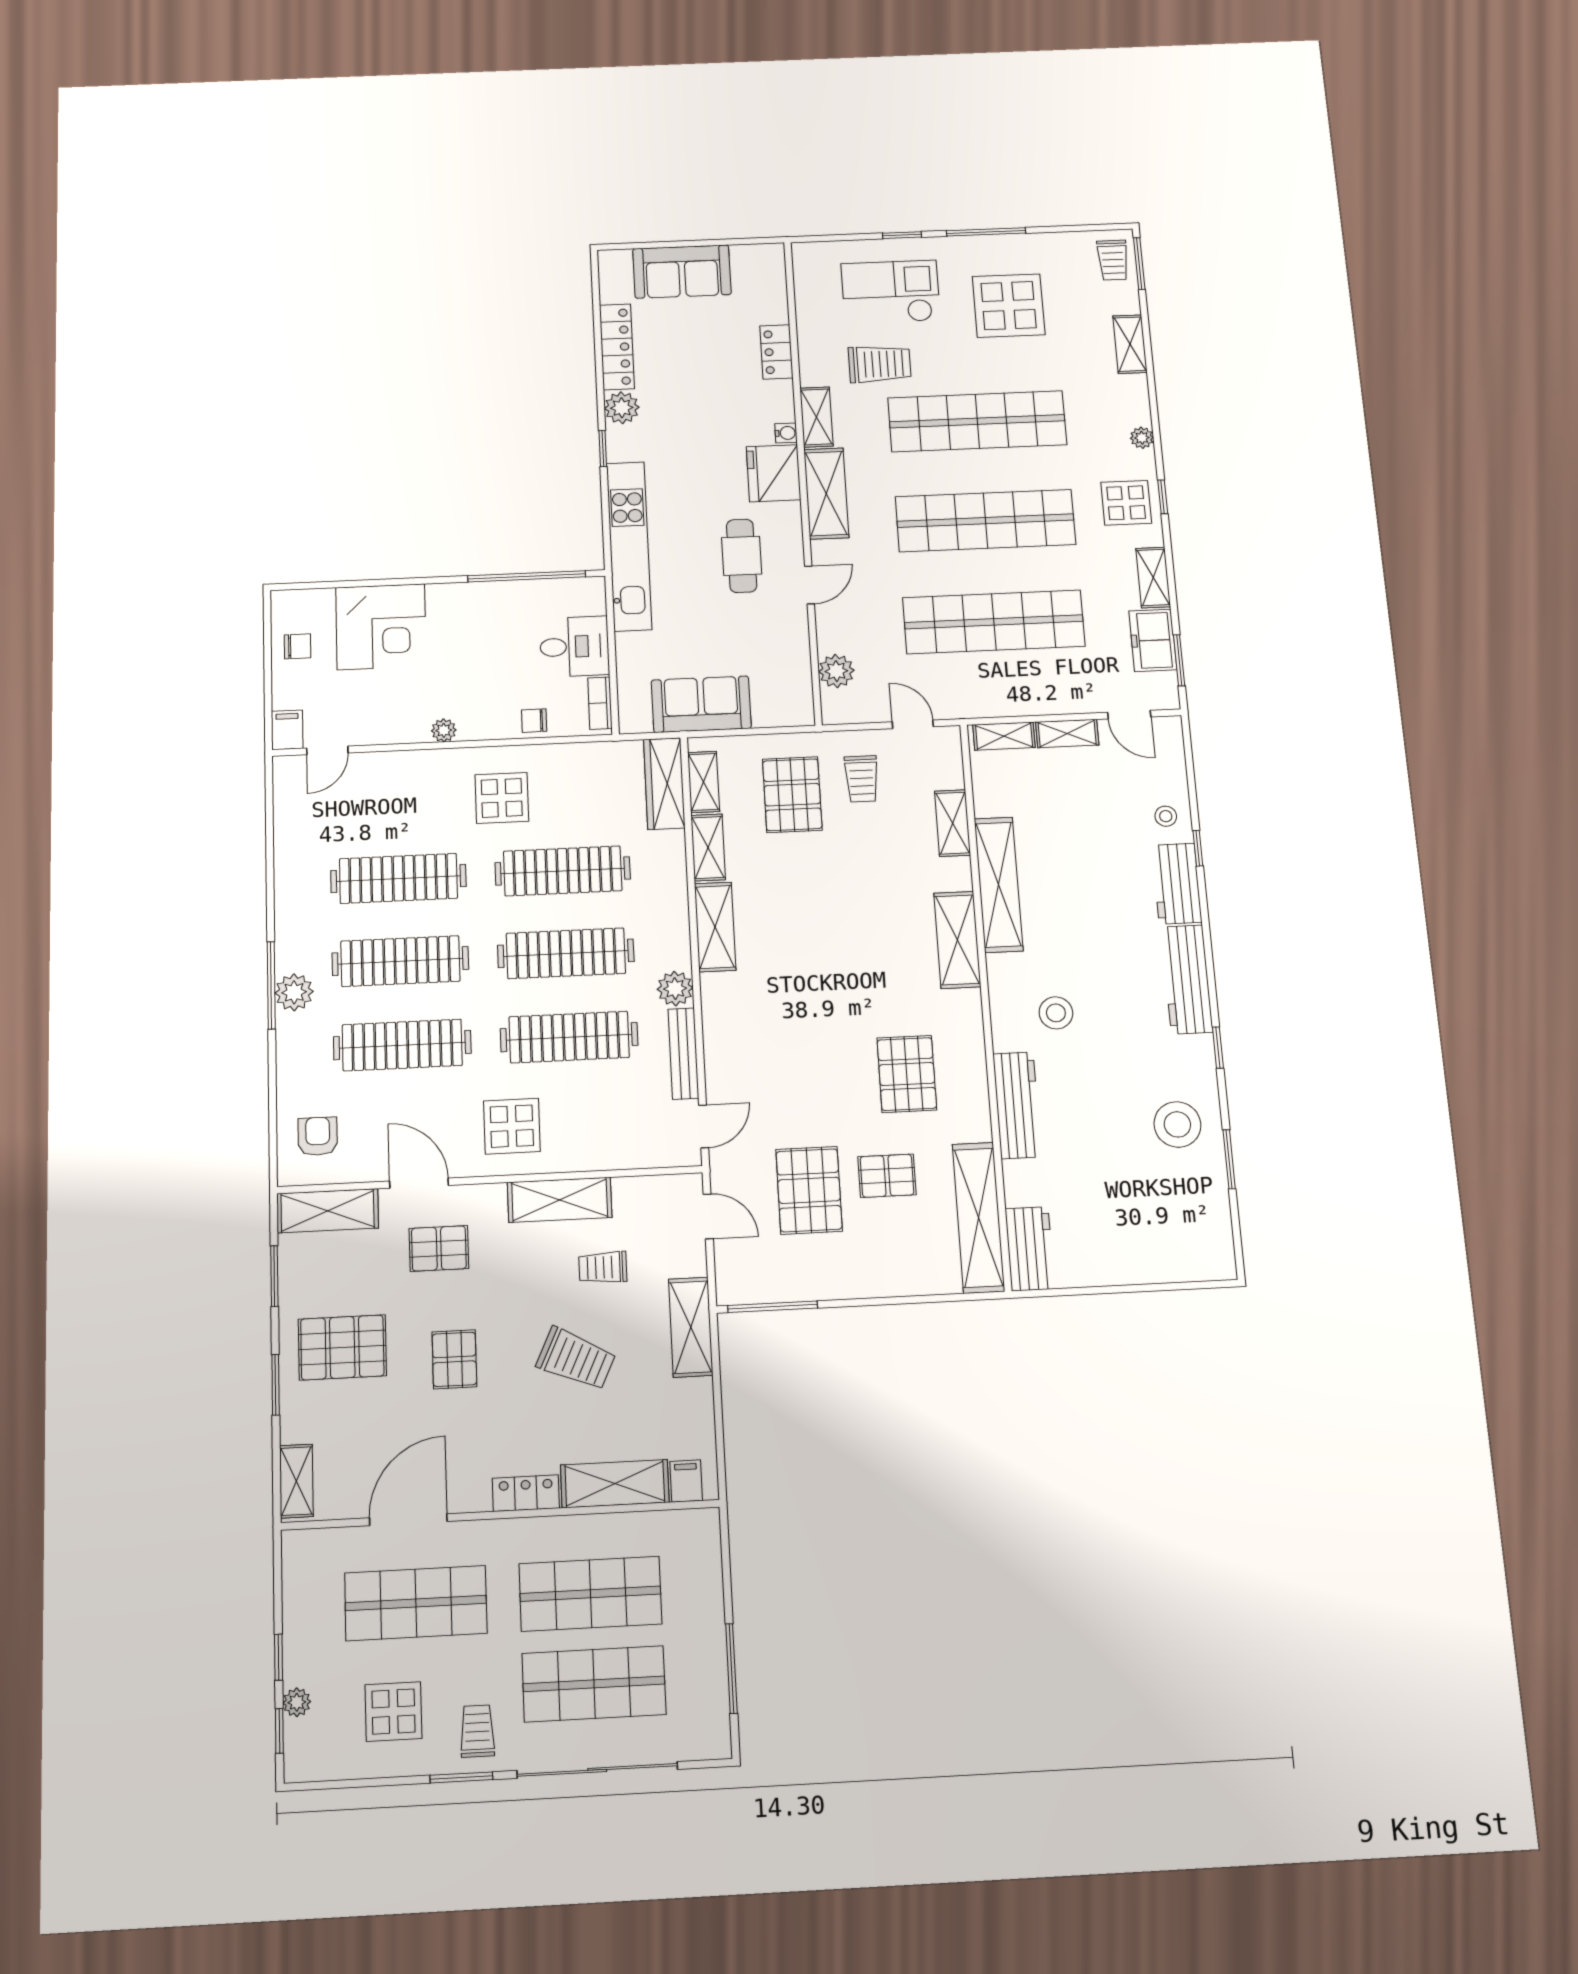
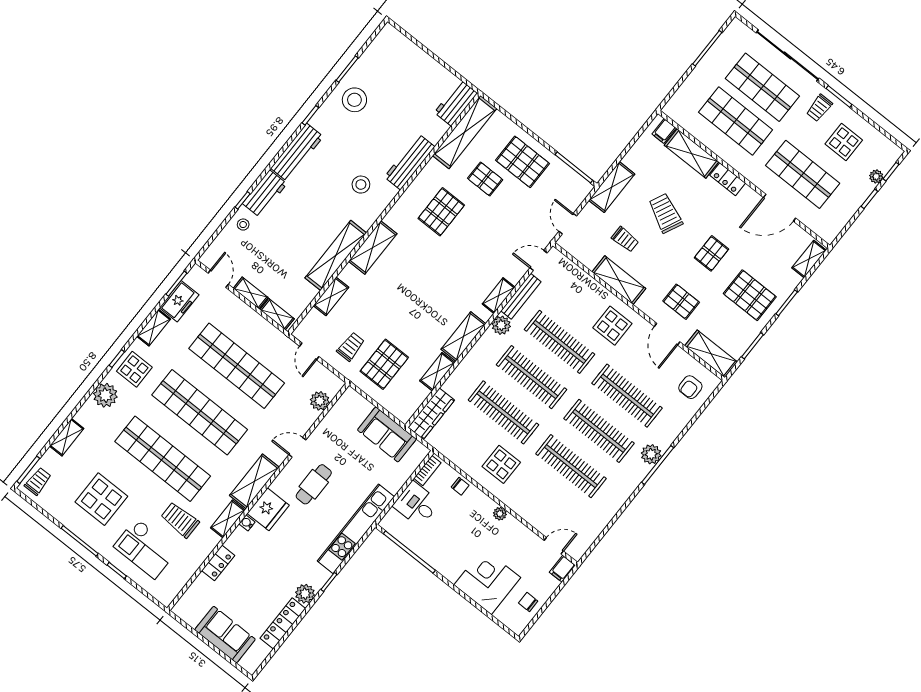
plant: (1142, 438) -> (105, 395), width x1.87, depth x1.87
shelving: (704, 782) -> (499, 296), moved
pallet: (809, 1190) -> (523, 162), moved, turned 90

